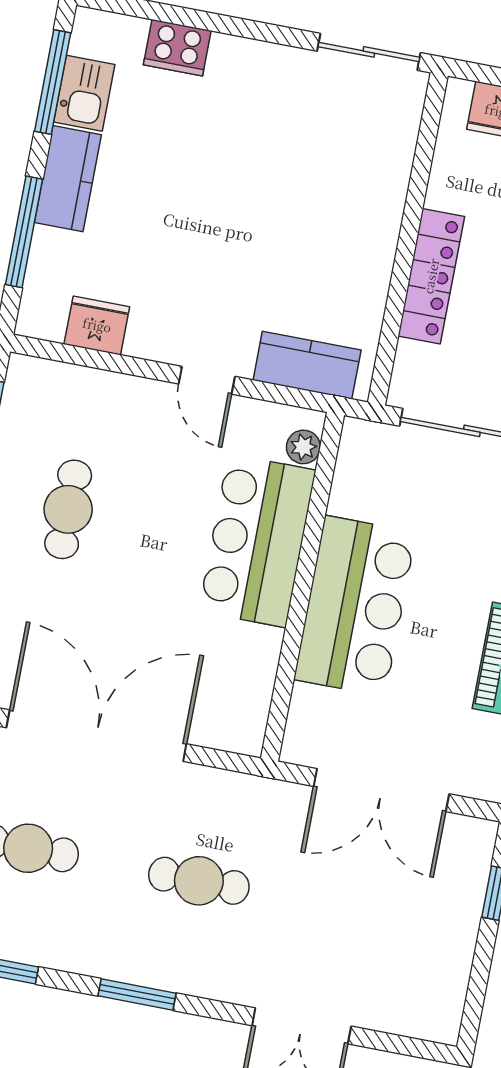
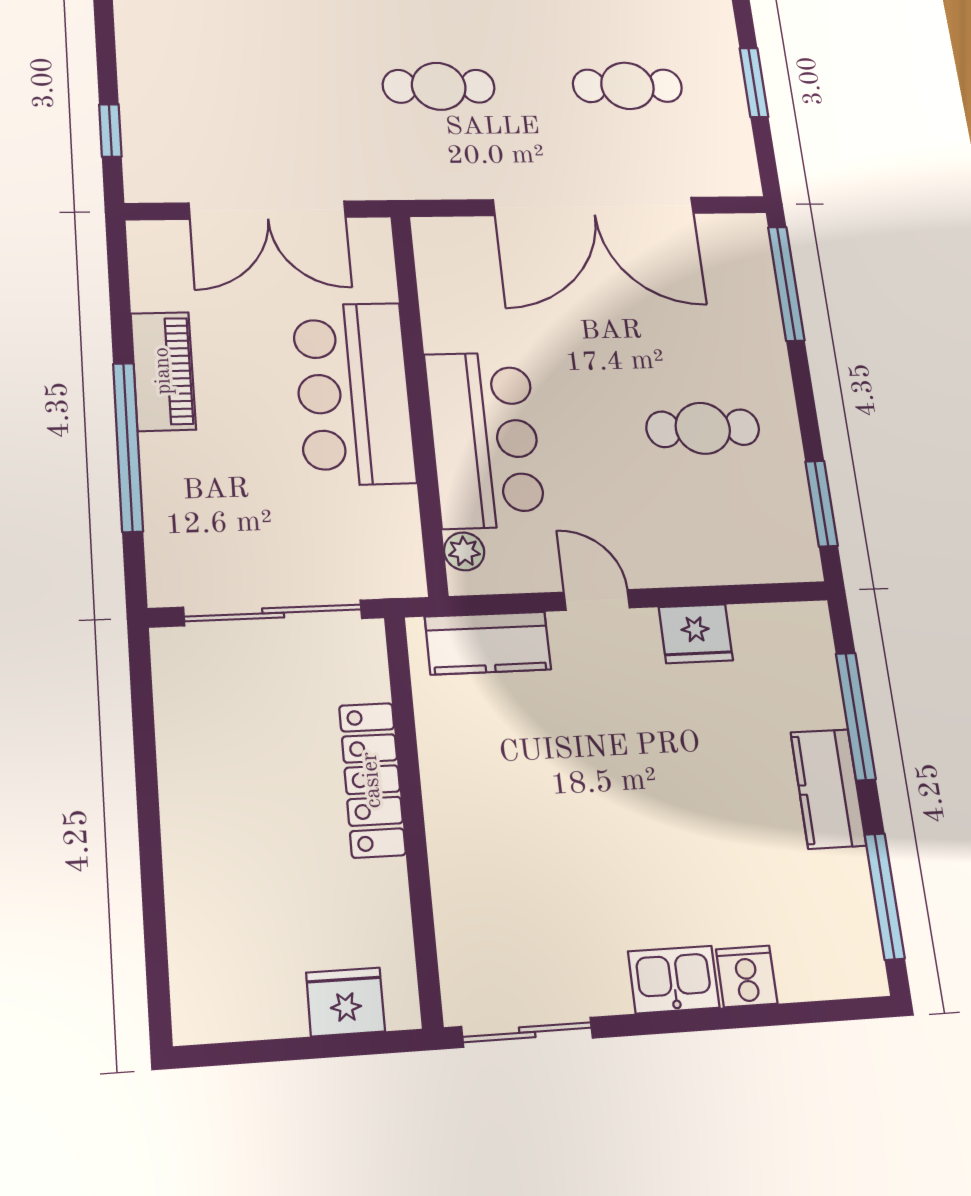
cooker: (177, 48) -> (747, 976), width x0.73
kitchen sink: (84, 93) -> (674, 979), moved, turned 90
fridge: (97, 325) -> (696, 634), moved
cafe table: (68, 509) -> (703, 428), turned 90
double door: (381, 790) -> (267, 210), swing flipped

